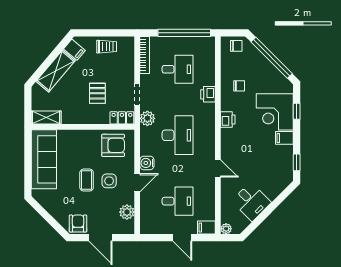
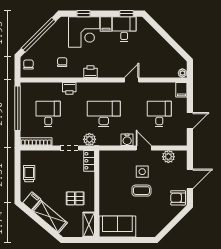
pallet: (97, 93) -> (75, 198), moved
armchair: (113, 145) -> (112, 168), removed
sofa: (44, 159) -> (117, 226), width x0.73
desk: (251, 202) -> (124, 29), moved, turned -45
door: (182, 238) -> (190, 121), moved

